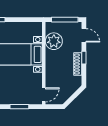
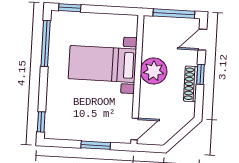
door: (84, 35) -> (202, 40), swing flipped
plant: (54, 41) -> (154, 71), moved

